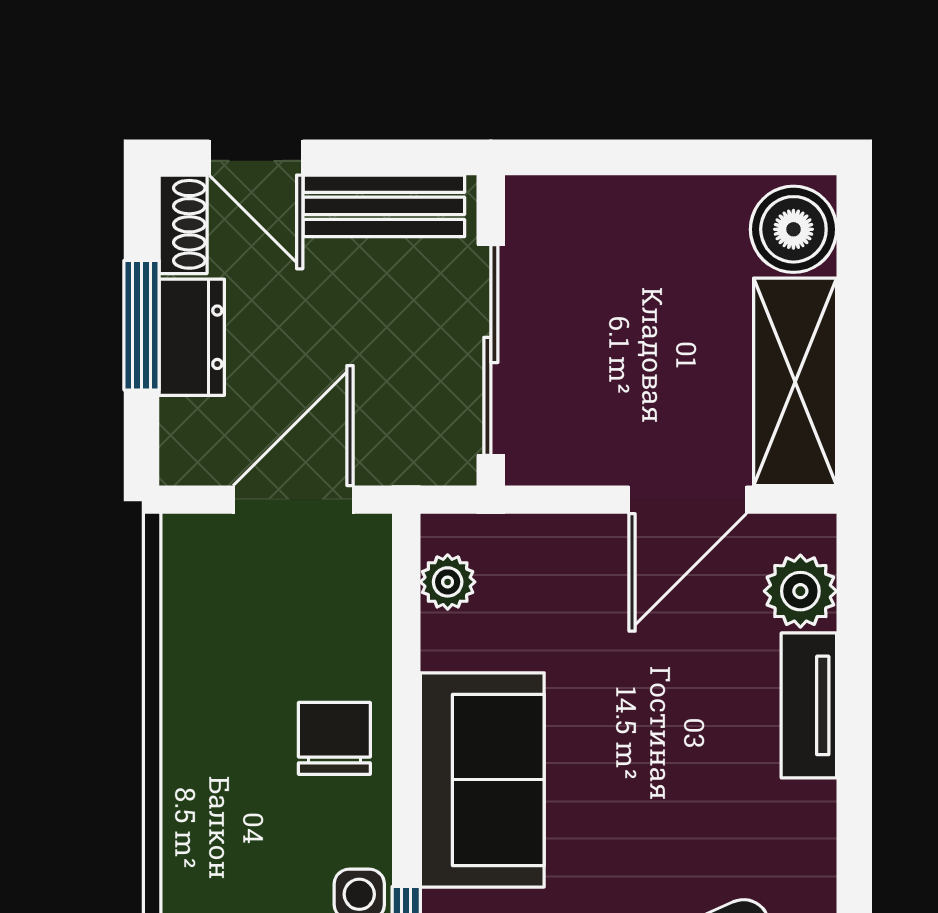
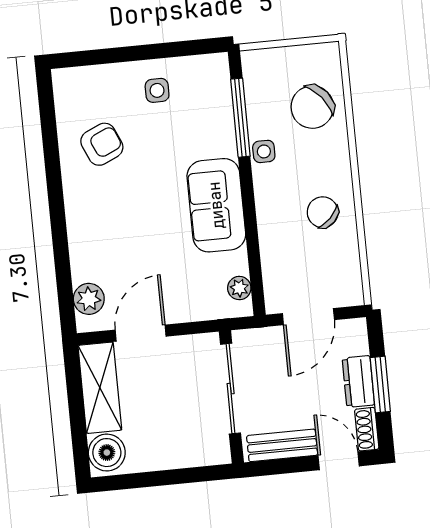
tv unit: (809, 705) -> (80, 251), removed
chair: (334, 738) -> (323, 212), moved, turned 135

